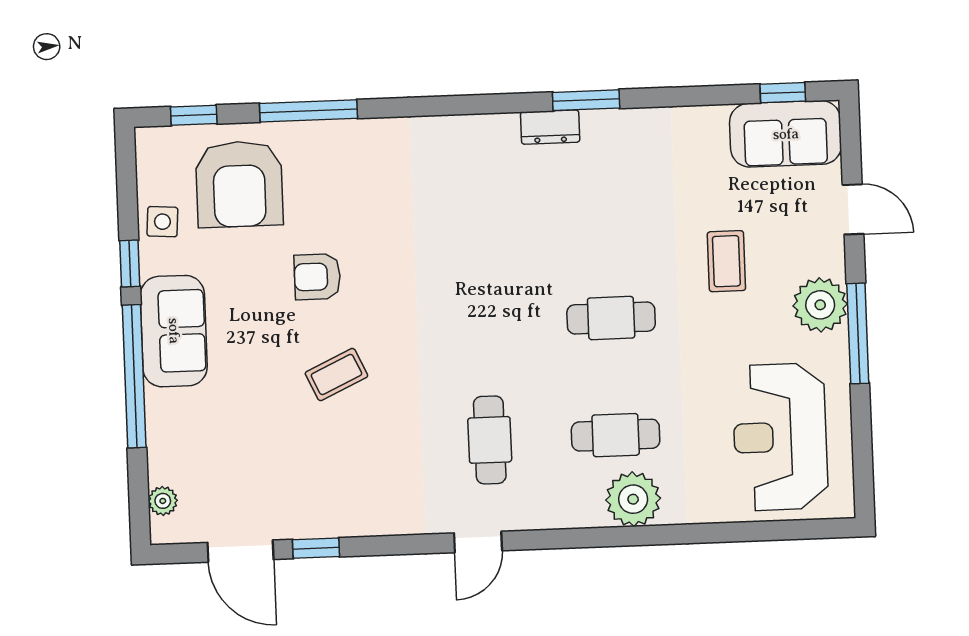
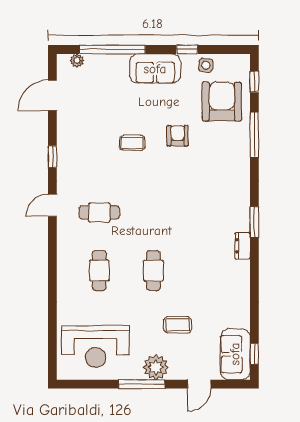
window: (586, 100) -> (254, 222), moved
armchair: (239, 184) -> (222, 101), turned 90
coffee table: (336, 375) -> (132, 143), turned -65
window: (134, 376) -> (112, 49), moved
reception desk: (780, 437) -> (96, 346), turned 180
plant: (633, 499) -> (69, 278), removed
door: (478, 542) -> (52, 205), hinge flipped
window: (316, 548) -> (52, 157), moved

